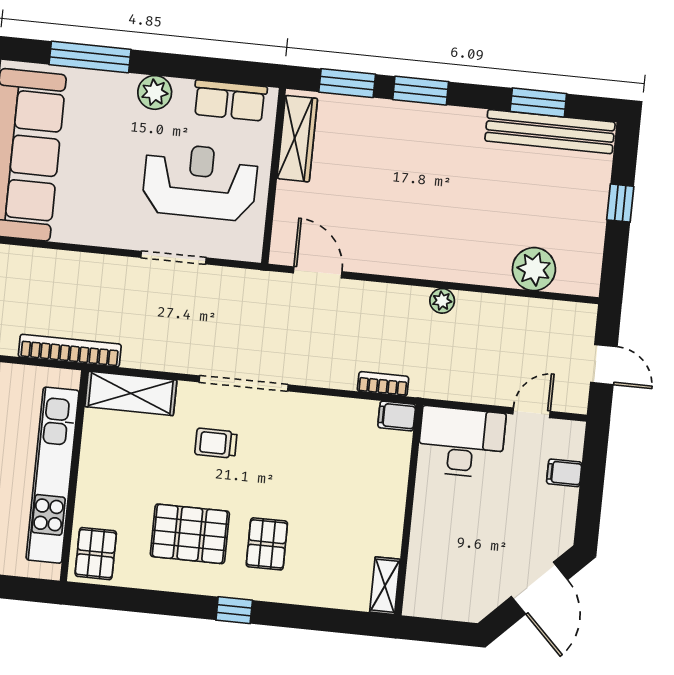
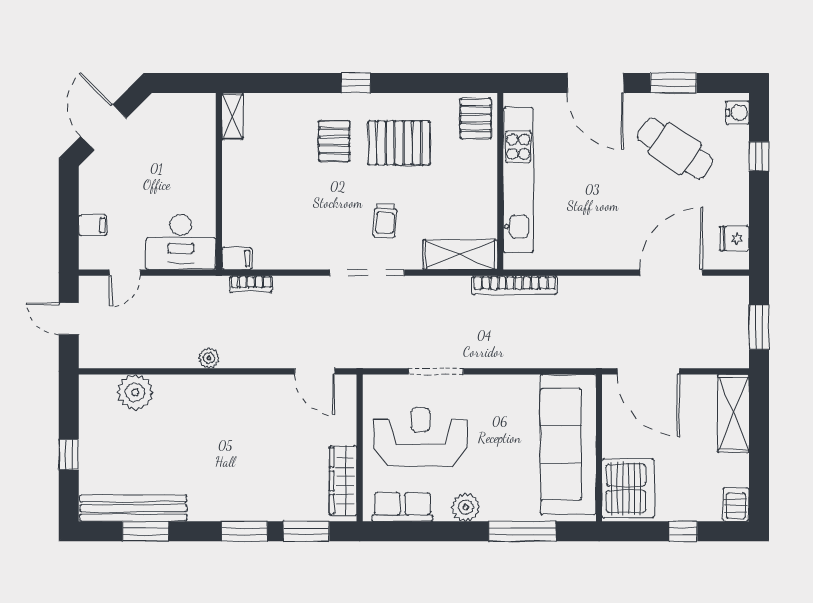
reception desk: (200, 182) -> (420, 437), turned 180
trolley: (216, 443) -> (385, 221), turned 93

